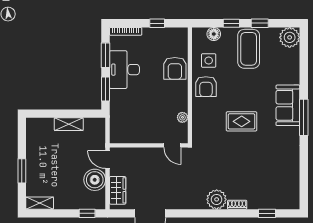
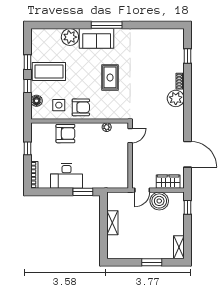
plant: (290, 37) -> (70, 37), moved
window: (105, 55) -> (54, 192), removed

